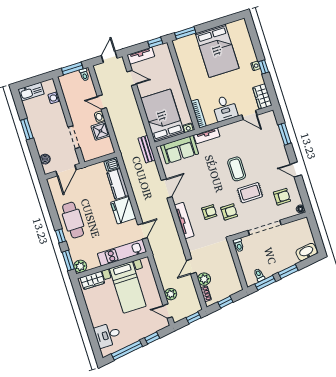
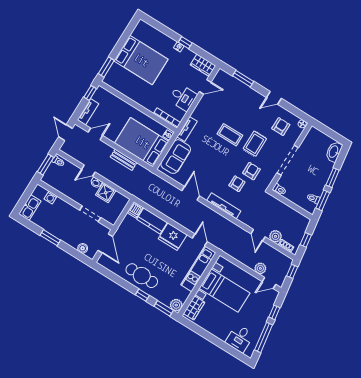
bench: (147, 149) -> (124, 160), moved

